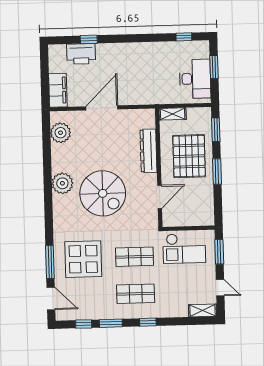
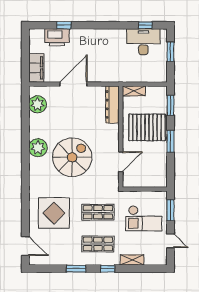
desk: (195, 79) -> (143, 42), moved, turned -90
dresser: (148, 151) -> (112, 104), moved
pallet: (189, 156) -> (147, 127), turned 90
spiral stairs: (103, 193) -> (72, 157), turned -90
checkout: (184, 248) -> (144, 218), moved
window: (50, 262) -> (25, 215), removed
shelving: (203, 311) -> (132, 260), moved
window: (84, 324) -> (53, 269), removed

